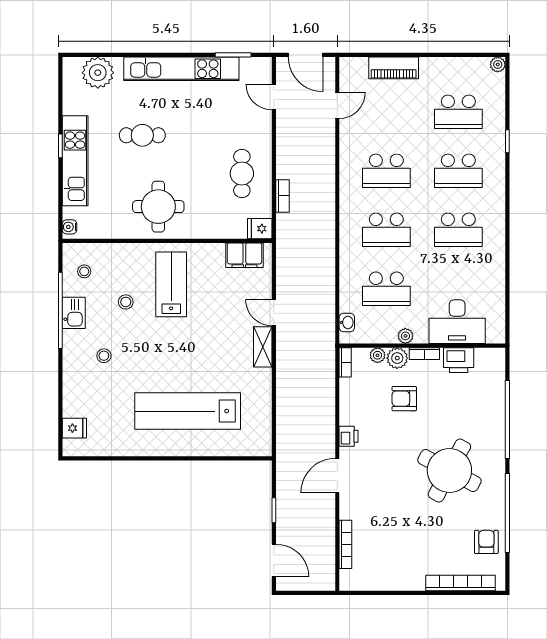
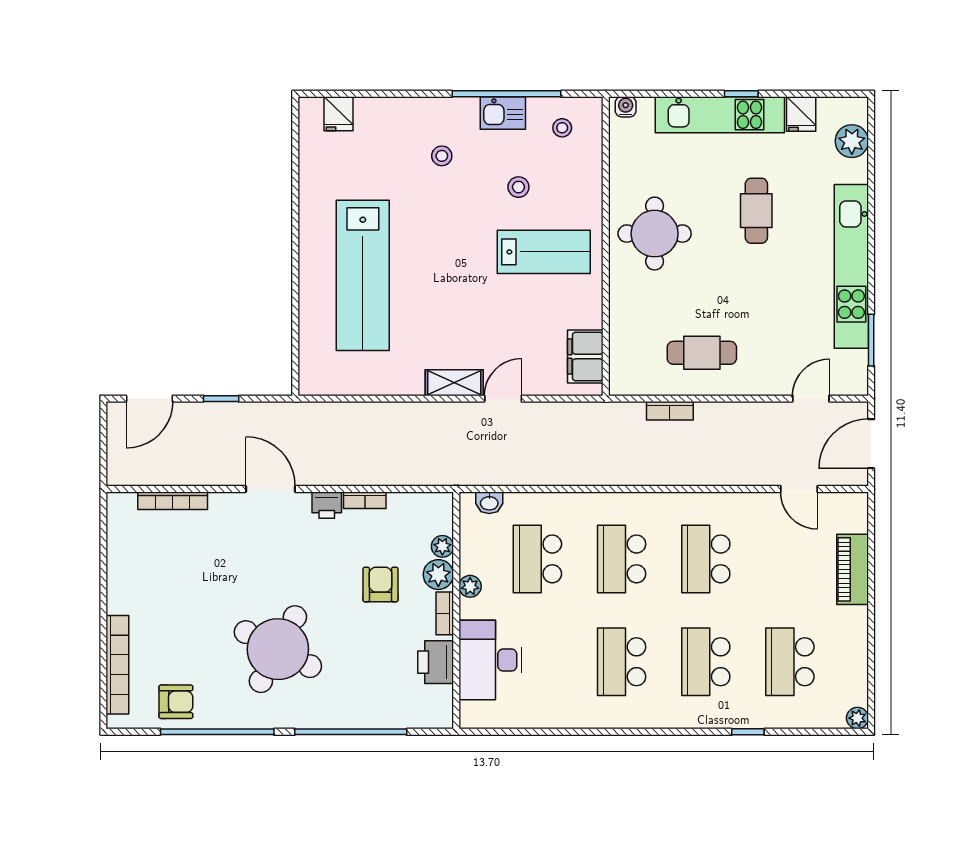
plant: (98, 73) -> (852, 141), width x0.73, depth x0.73
fridge: (260, 229) -> (801, 114), moved, turned 180
bookcase: (345, 362) -> (365, 500), moved
lab bench: (188, 411) -> (363, 275), turned 180

